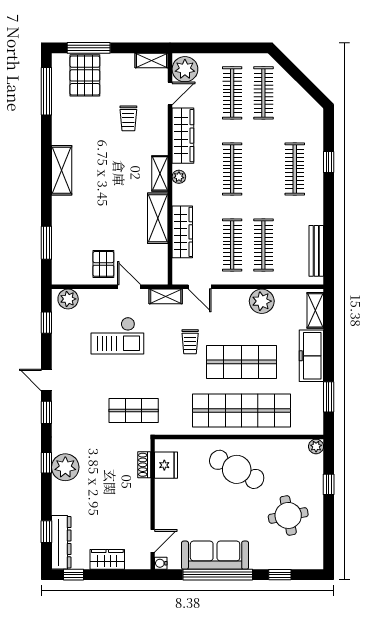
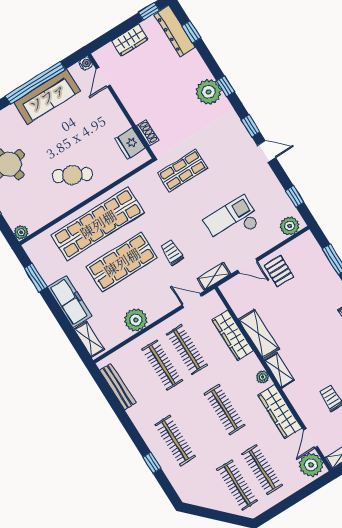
cafe table: (237, 469) -> (72, 175), width x0.73, depth x0.74

